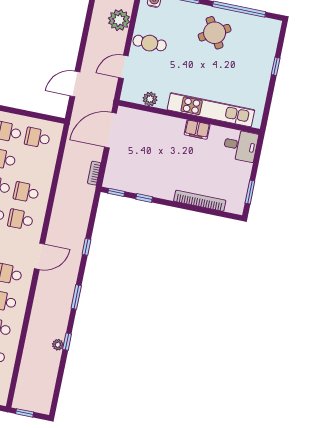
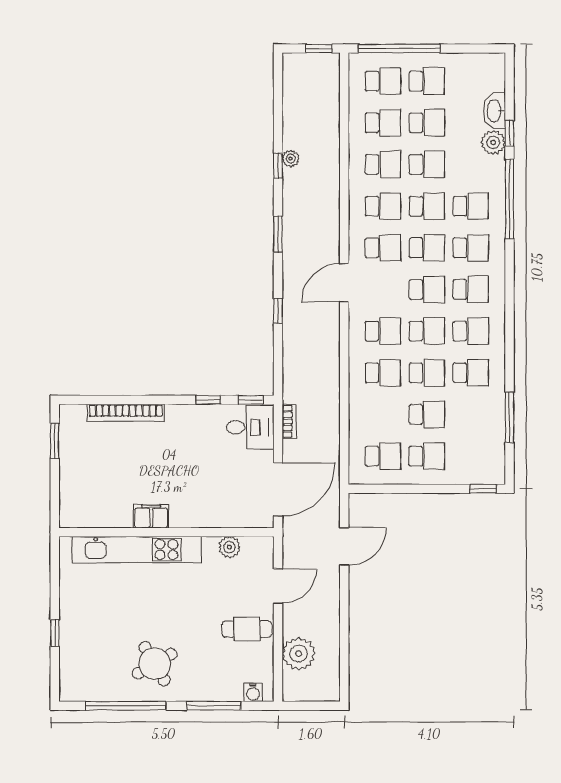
desk: (241, 145) -> (250, 427), moved, turned 180

